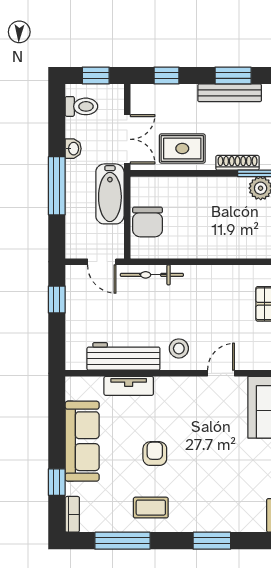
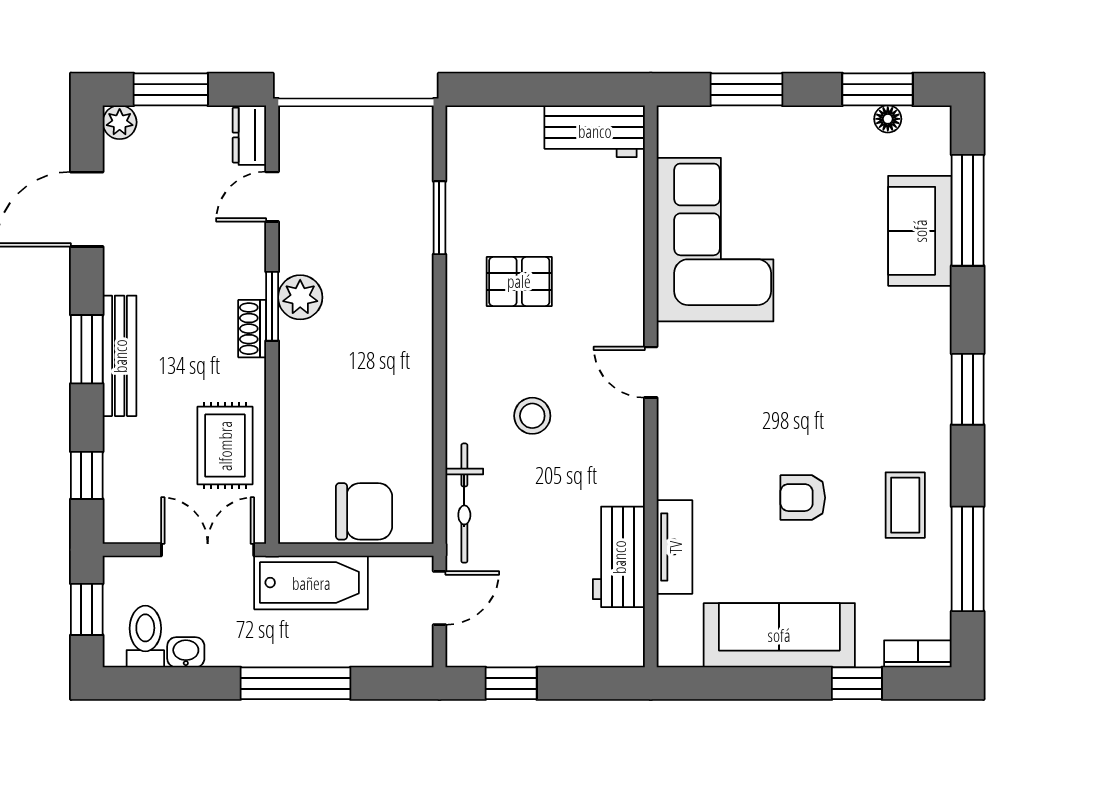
washbasin: (73, 149) -> (186, 652), moved
shoe rack: (237, 163) -> (252, 329), width x0.70
stool: (179, 348) -> (532, 416), moved
workbench: (123, 356) -> (619, 557), width x0.73

